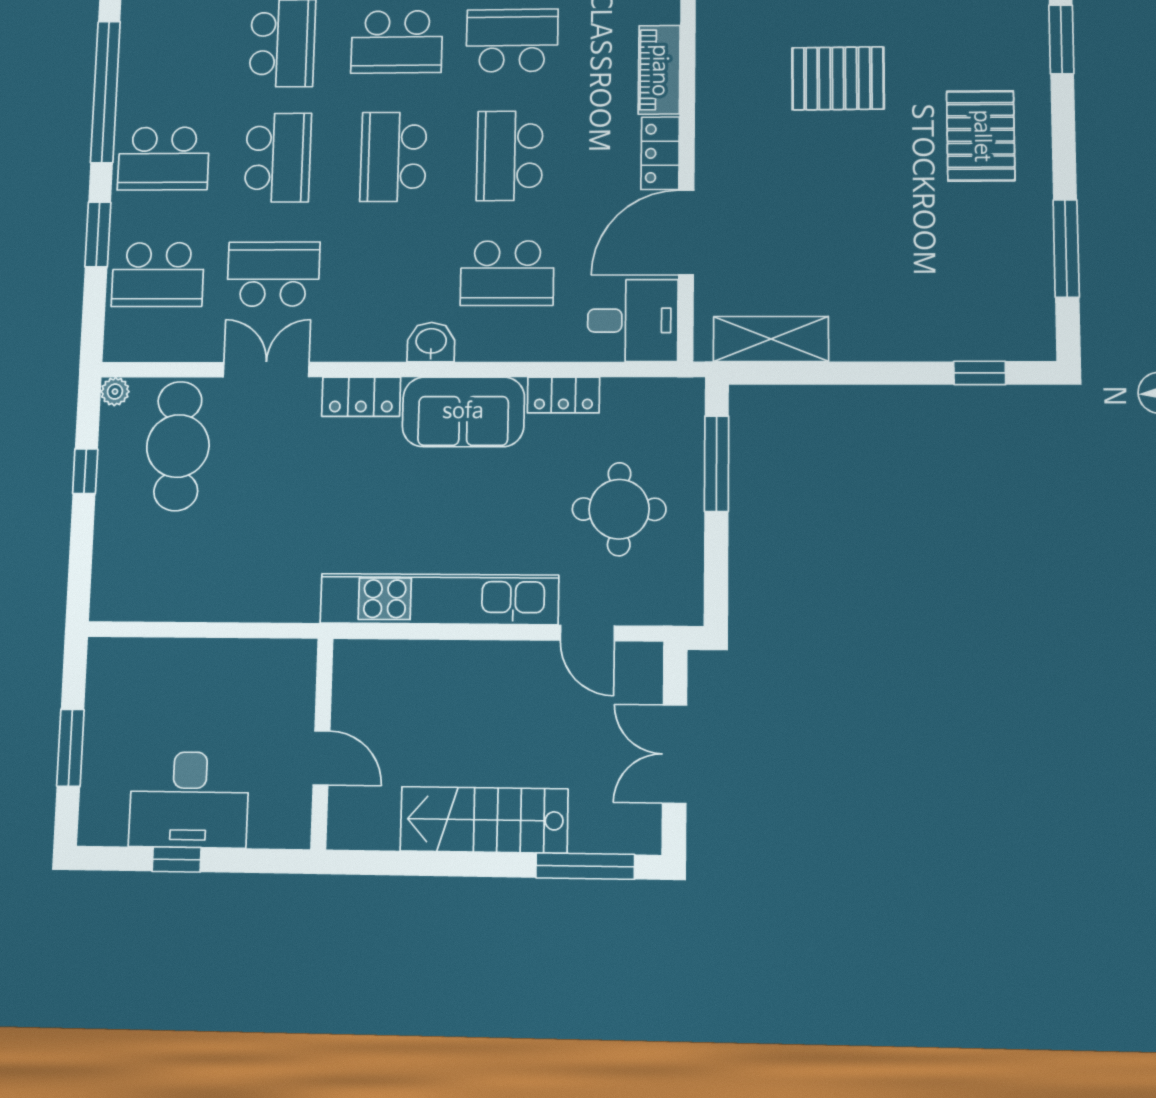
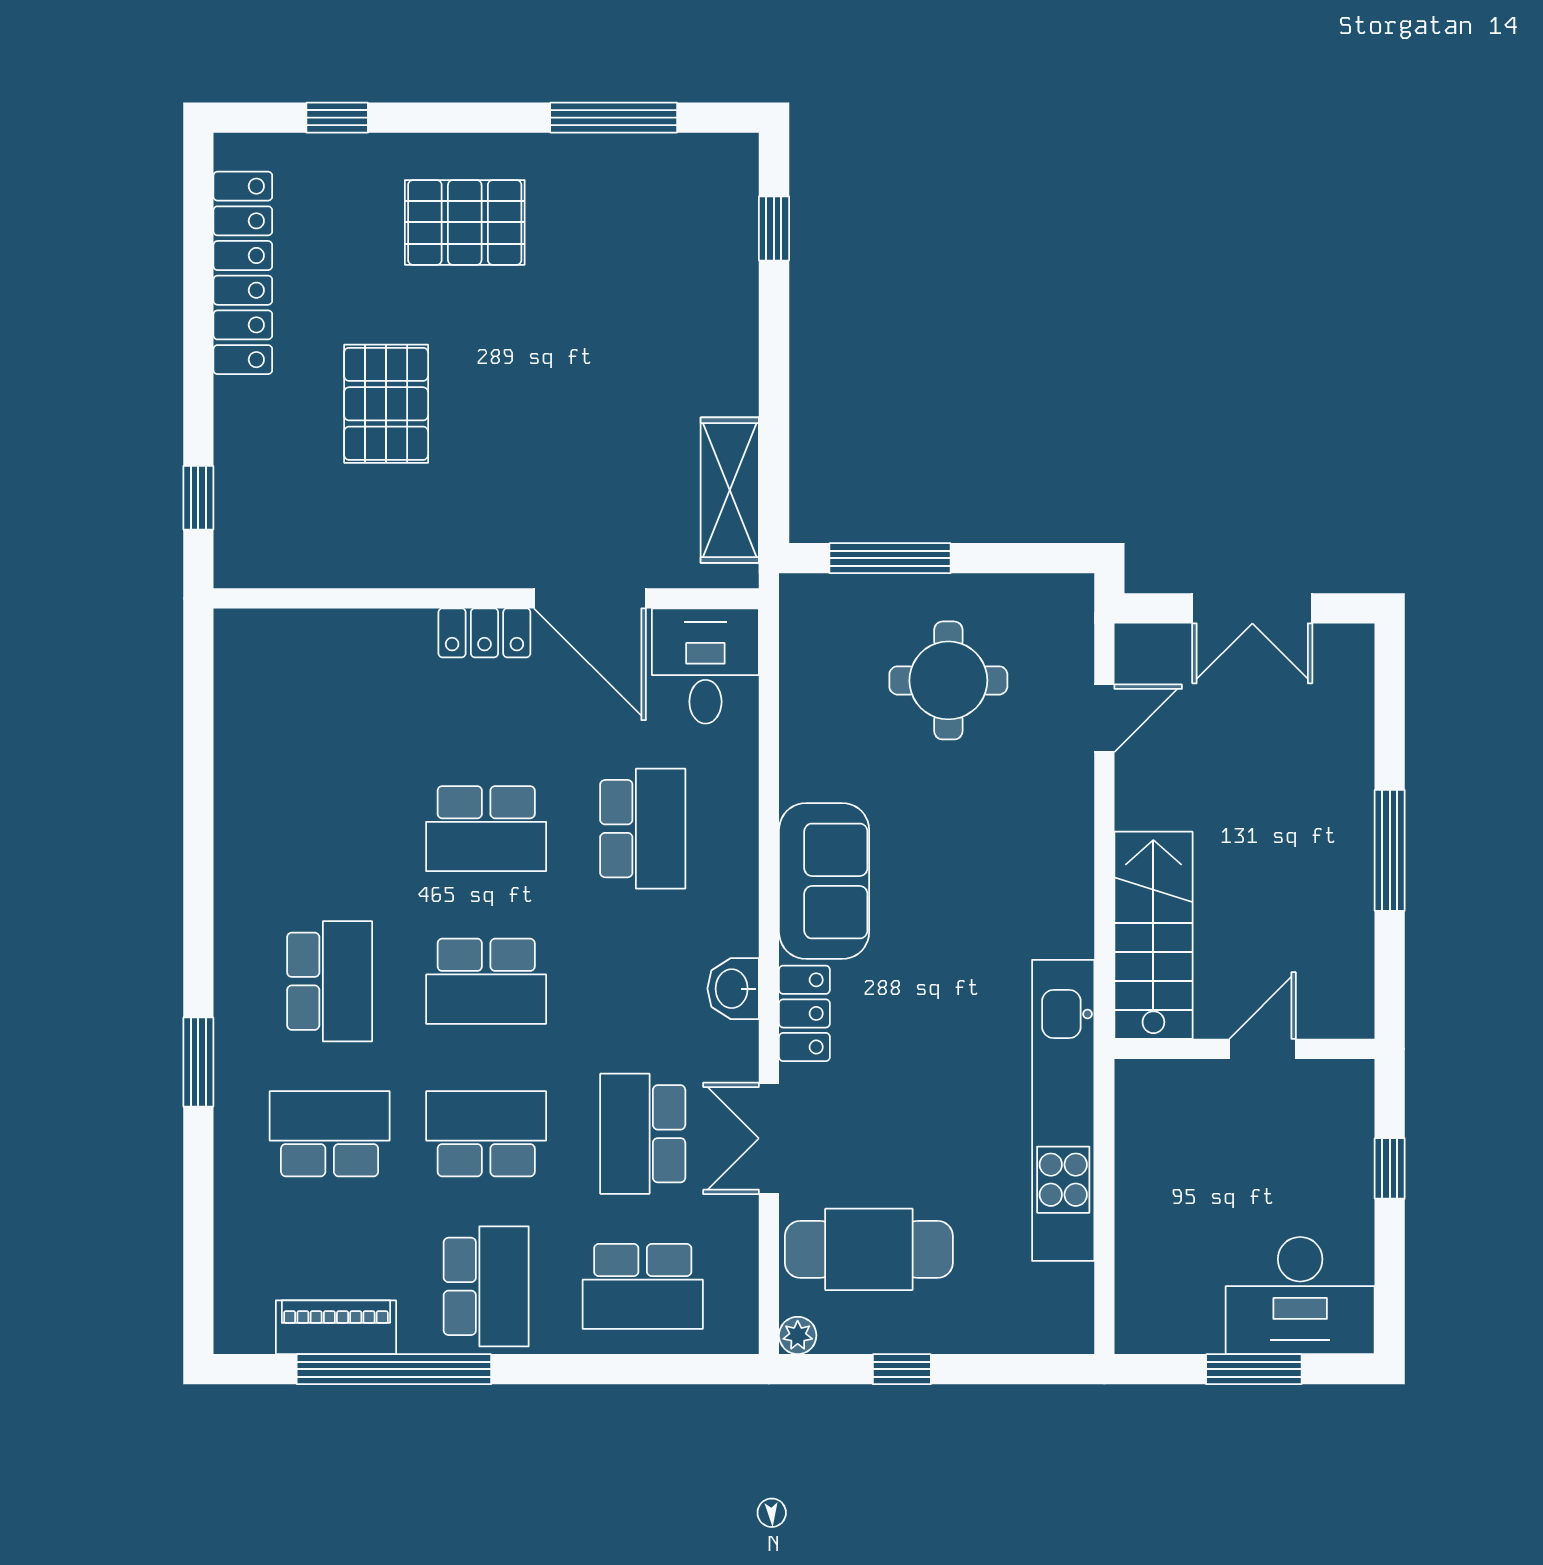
window: (1061, 39) -> (337, 118), width x0.67
school desk: (512, 41) -> (330, 829), removed
piano: (659, 70) -> (336, 1327), moved, turned 180
window: (98, 234) -> (588, 1369), removed
school desk: (158, 275) -> (643, 1286), turned 90
washbasin: (431, 342) -> (733, 989), moved
locker: (564, 395) -> (802, 753), removed
kitchen unit: (439, 599) -> (1063, 1110), moved
desk: (189, 800) -> (1300, 1296), moved, turned 90
stairs: (484, 820) -> (1153, 935), moved, turned 180
window: (177, 860) -> (1390, 1168), moved
window: (585, 866) -> (1390, 850), moved

